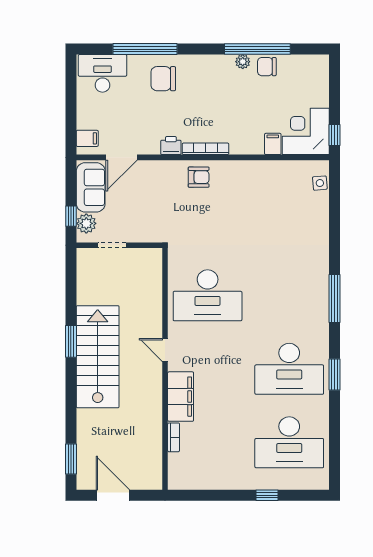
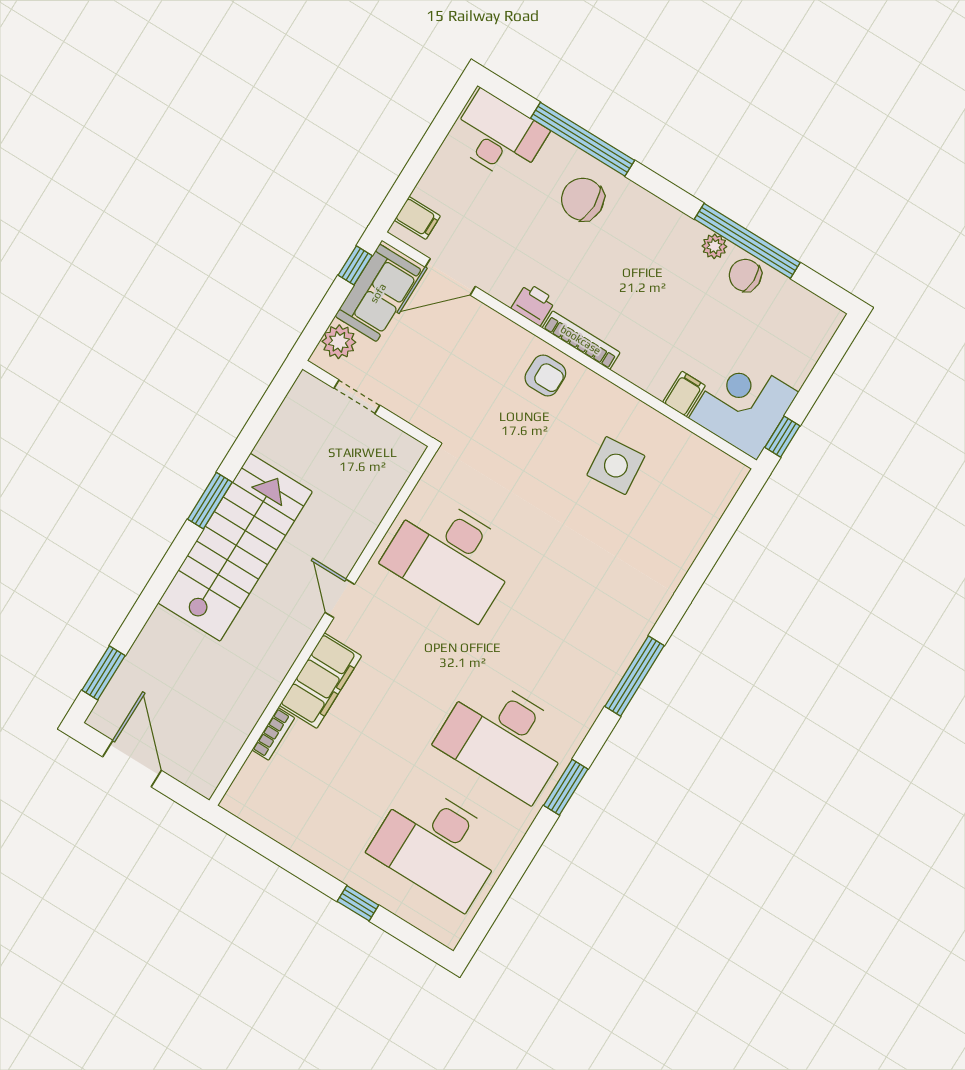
side table: (320, 183) -> (616, 466), moved, width x1.87, depth x1.87
window: (71, 216) -> (355, 265), moved

